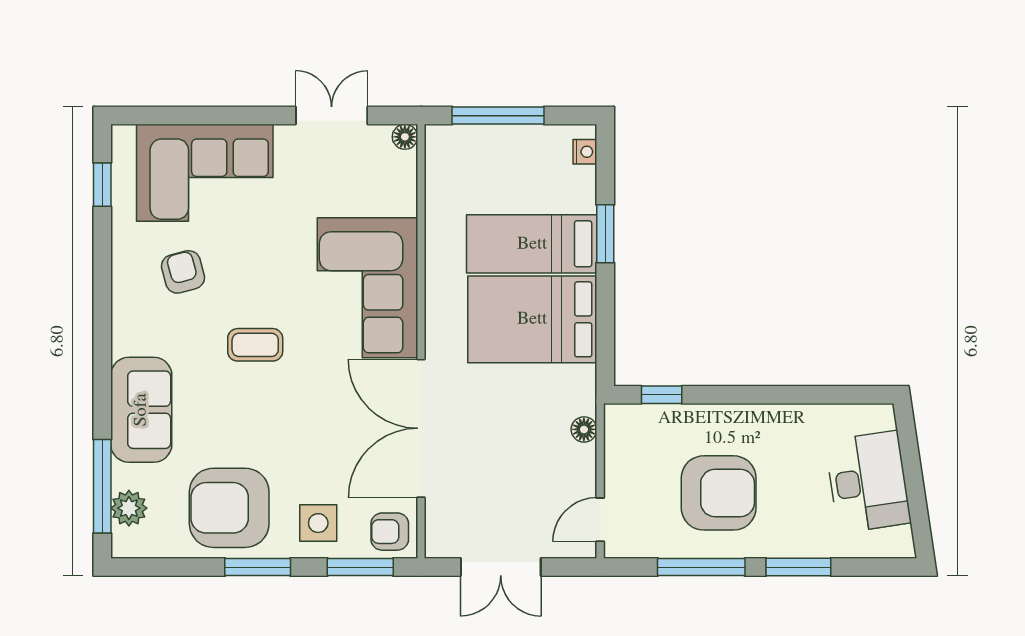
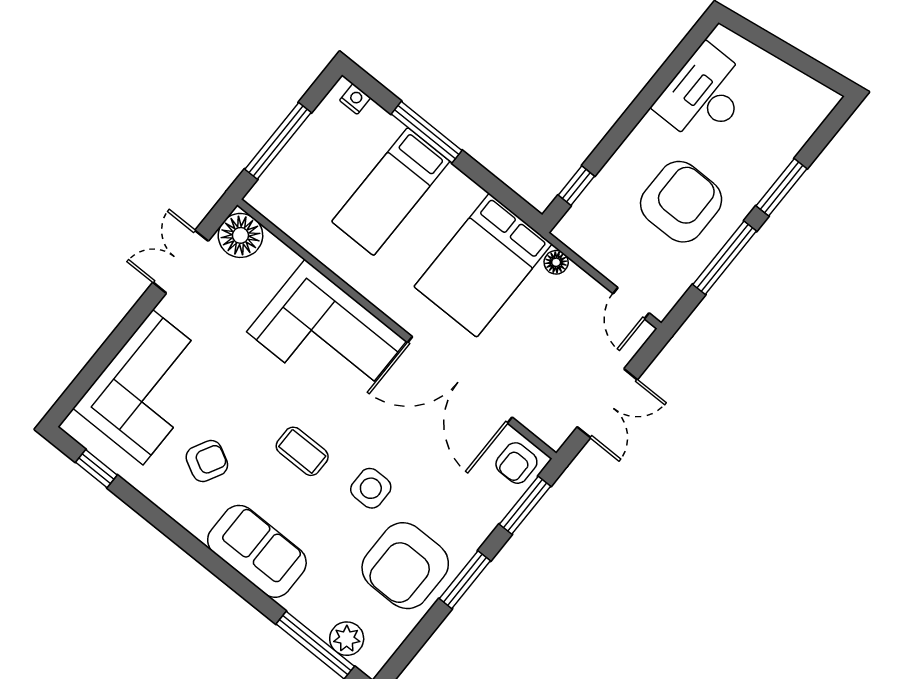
floor lamp: (405, 137) -> (240, 235), width x1.89, depth x1.89
window: (605, 234) -> (427, 132), width x1.44
armchair: (183, 272) -> (207, 461), turned 133
bed: (532, 319) -> (483, 265), moved
coffee table: (255, 345) -> (302, 451), turned 90
sofa: (141, 410) -> (257, 551), moved
desk: (868, 482) -> (704, 95), moved, turned -82
side table: (318, 523) -> (371, 488), moved

